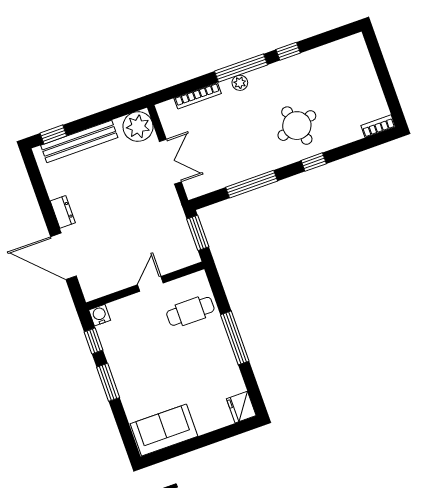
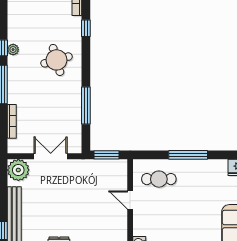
plant: (240, 83) -> (13, 50), moved
window: (314, 162) -> (86, 28), moved
cafe table: (190, 311) -> (159, 179), turned 90

